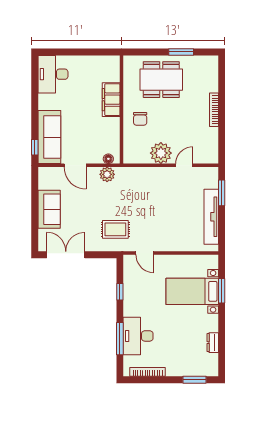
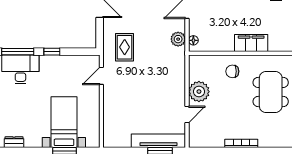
door: (184, 165) -> (187, 114), hinge flipped
tv unit: (211, 217) -> (158, 141), moved
window: (120, 292) -> (52, 52), moved

